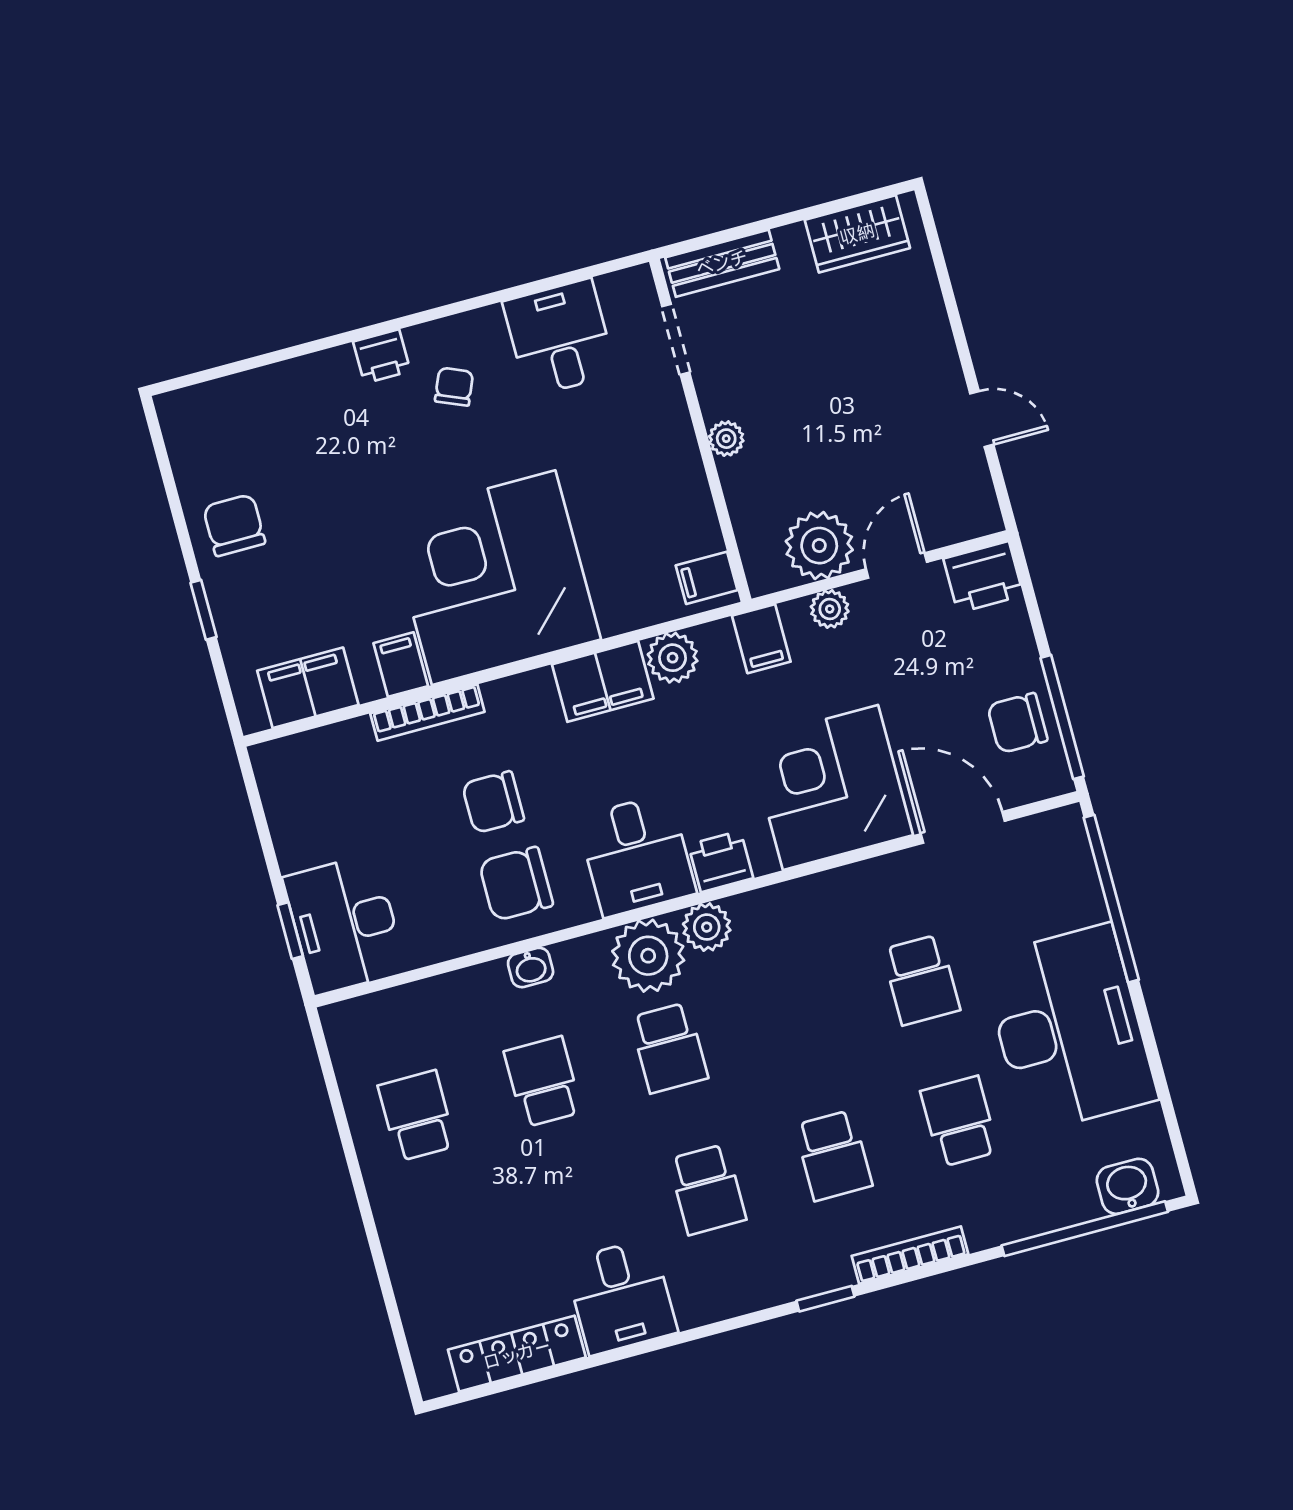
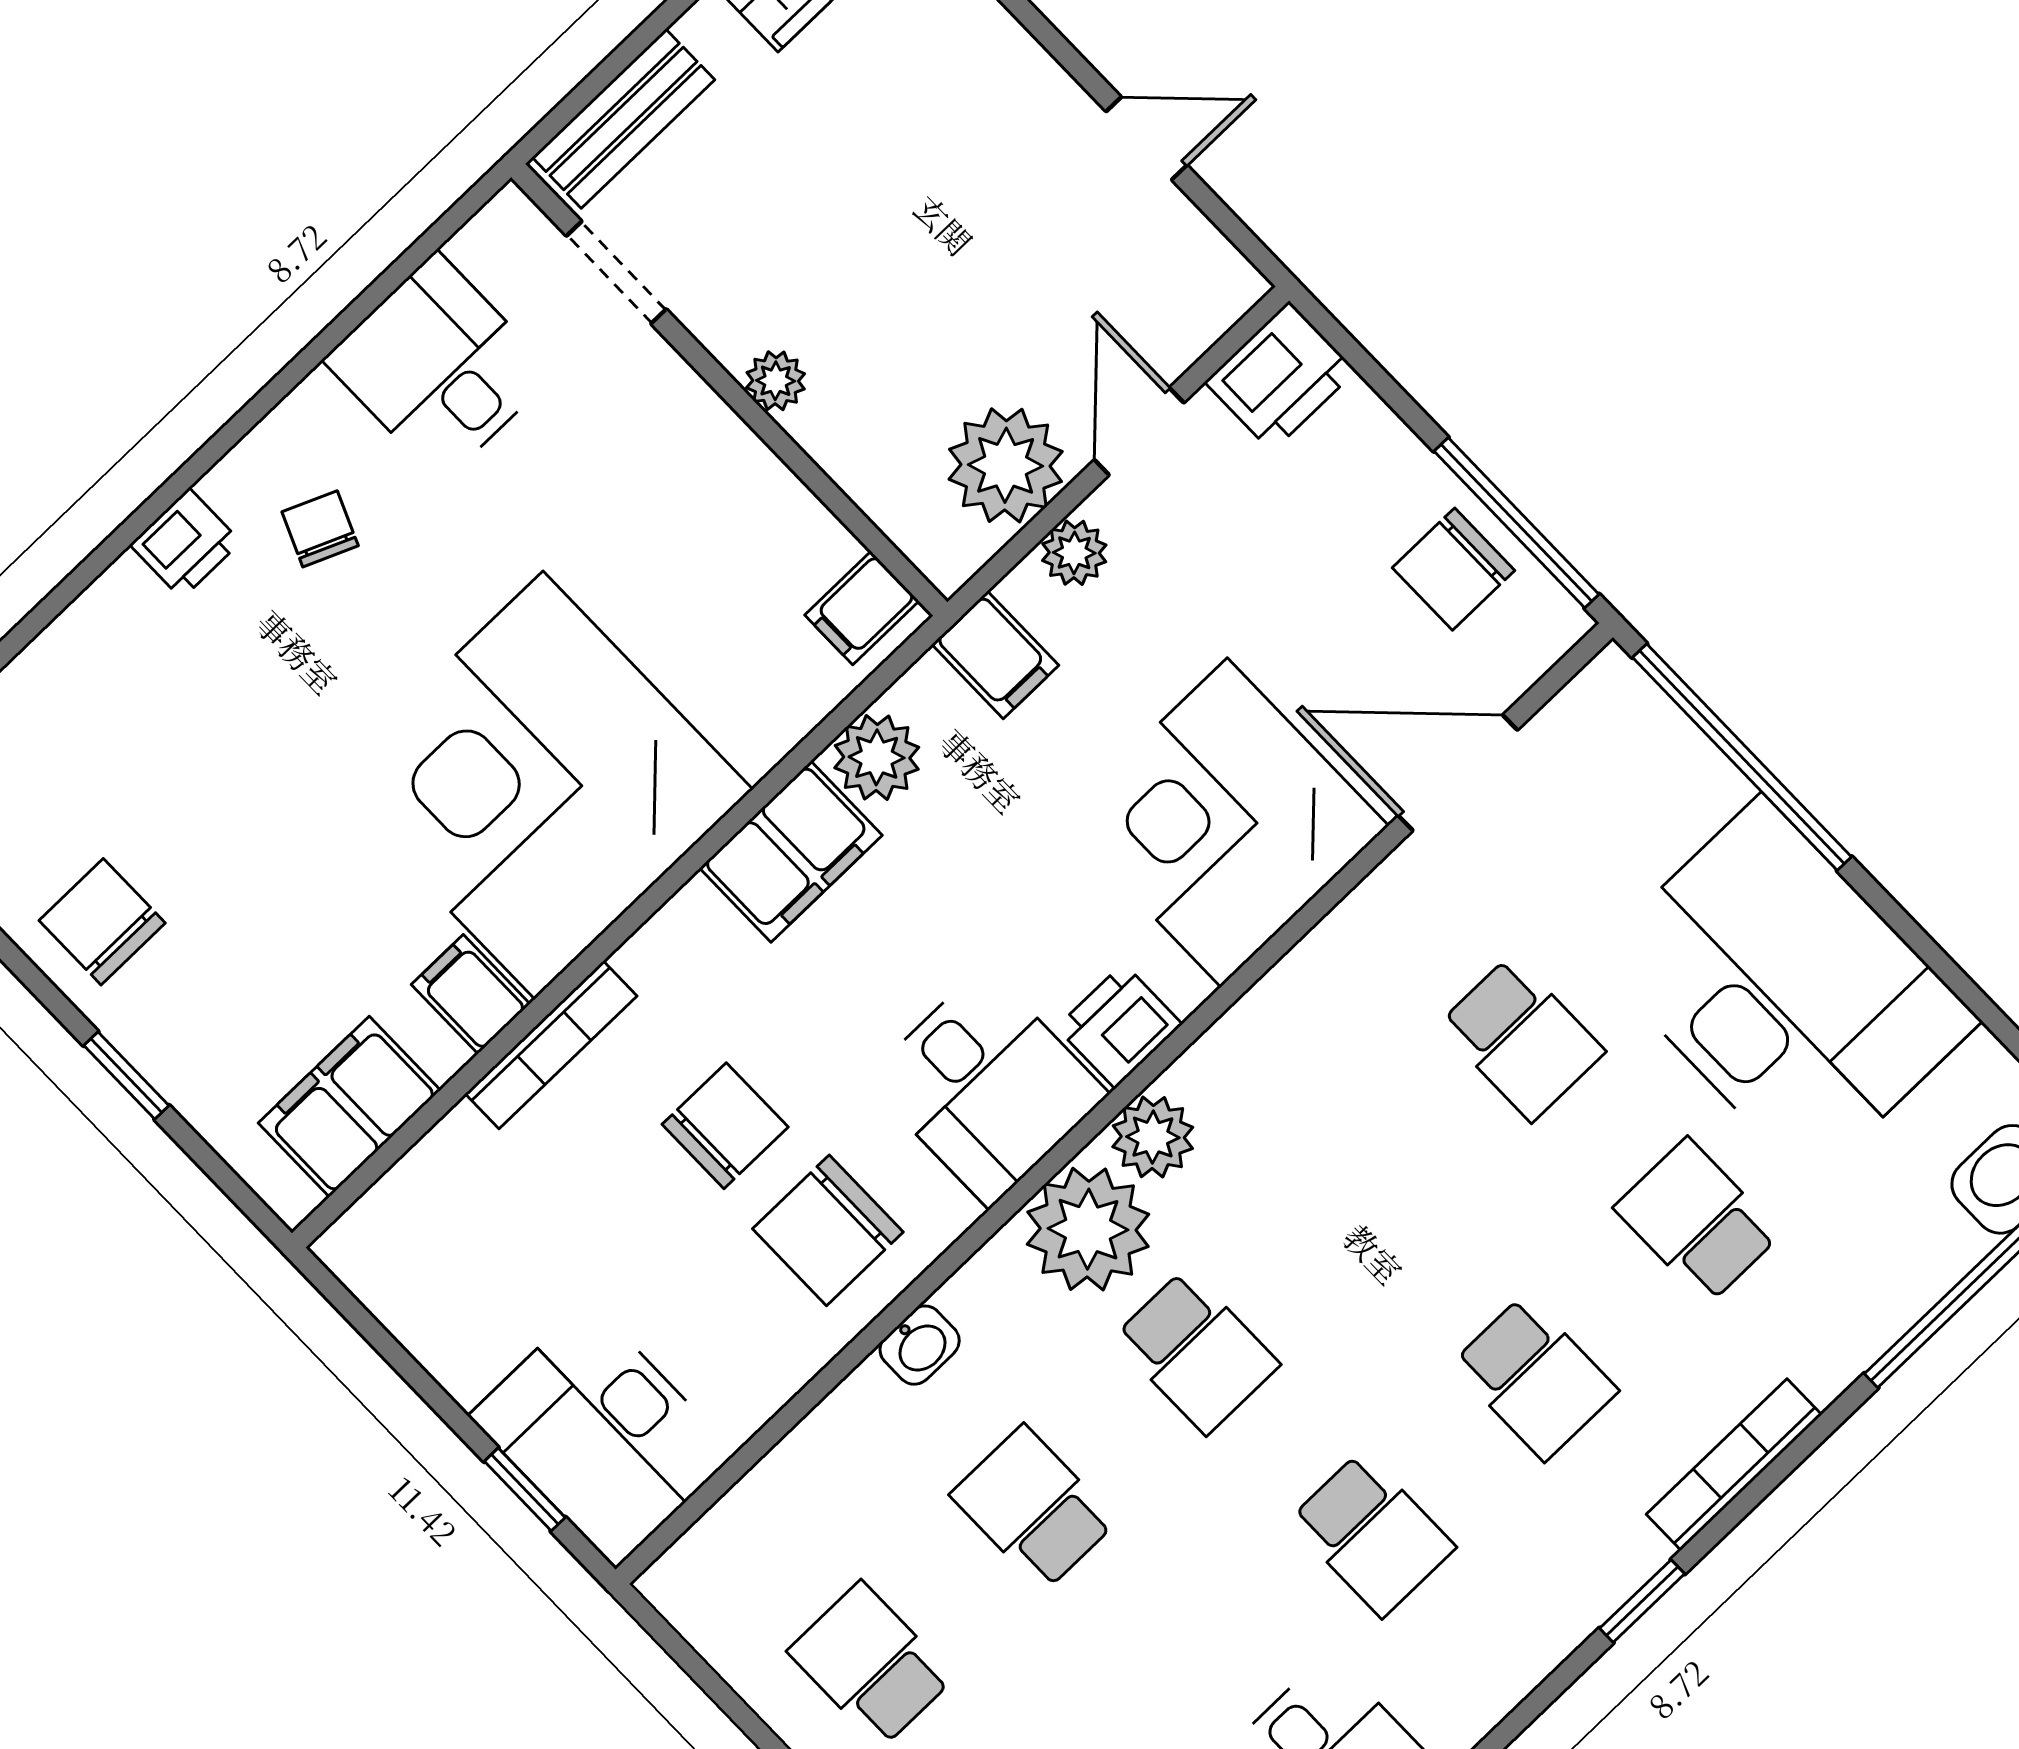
chair: (493, 802) -> (725, 1126), turned 180

